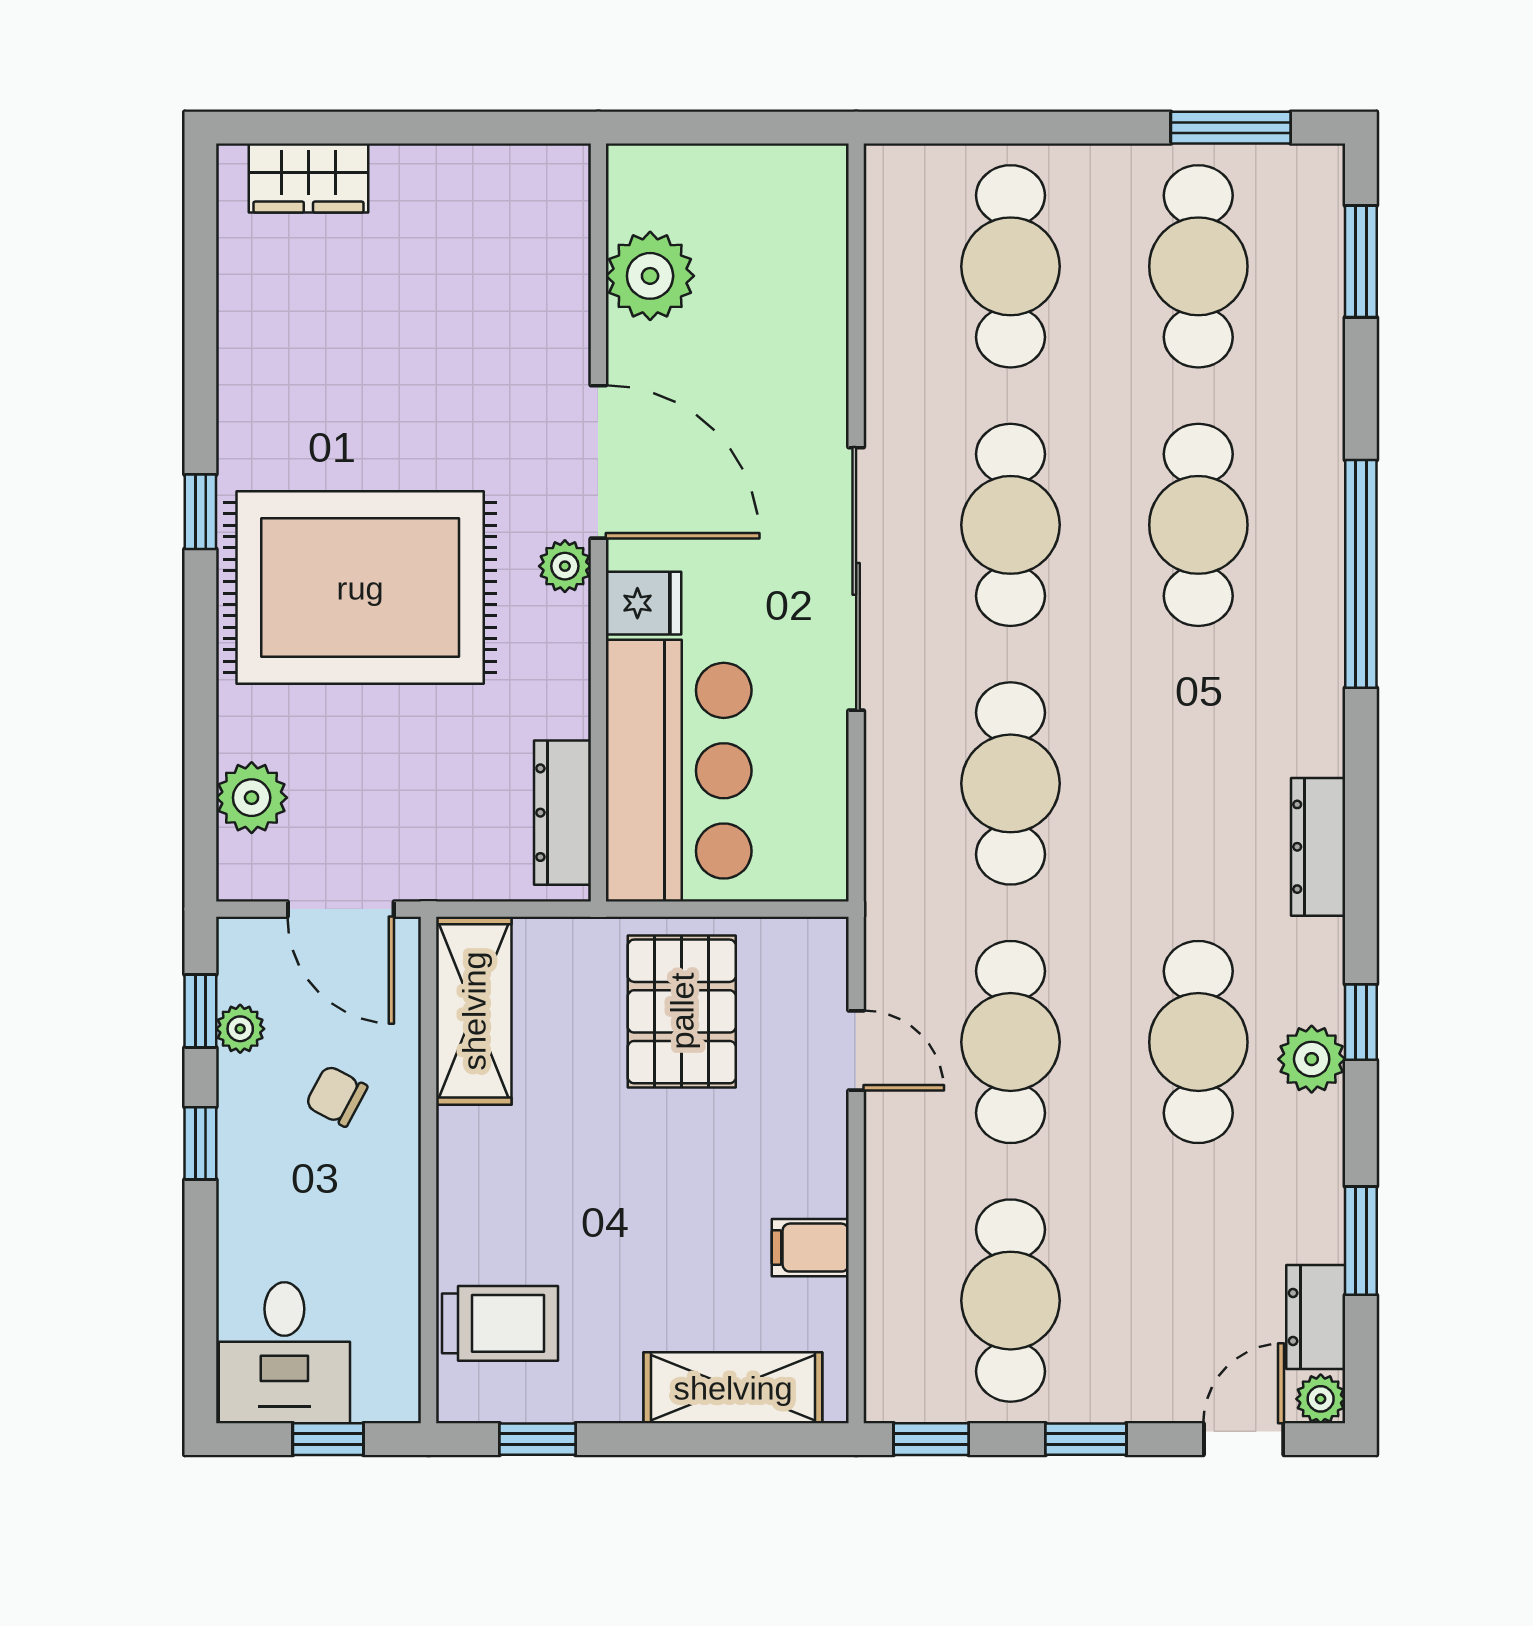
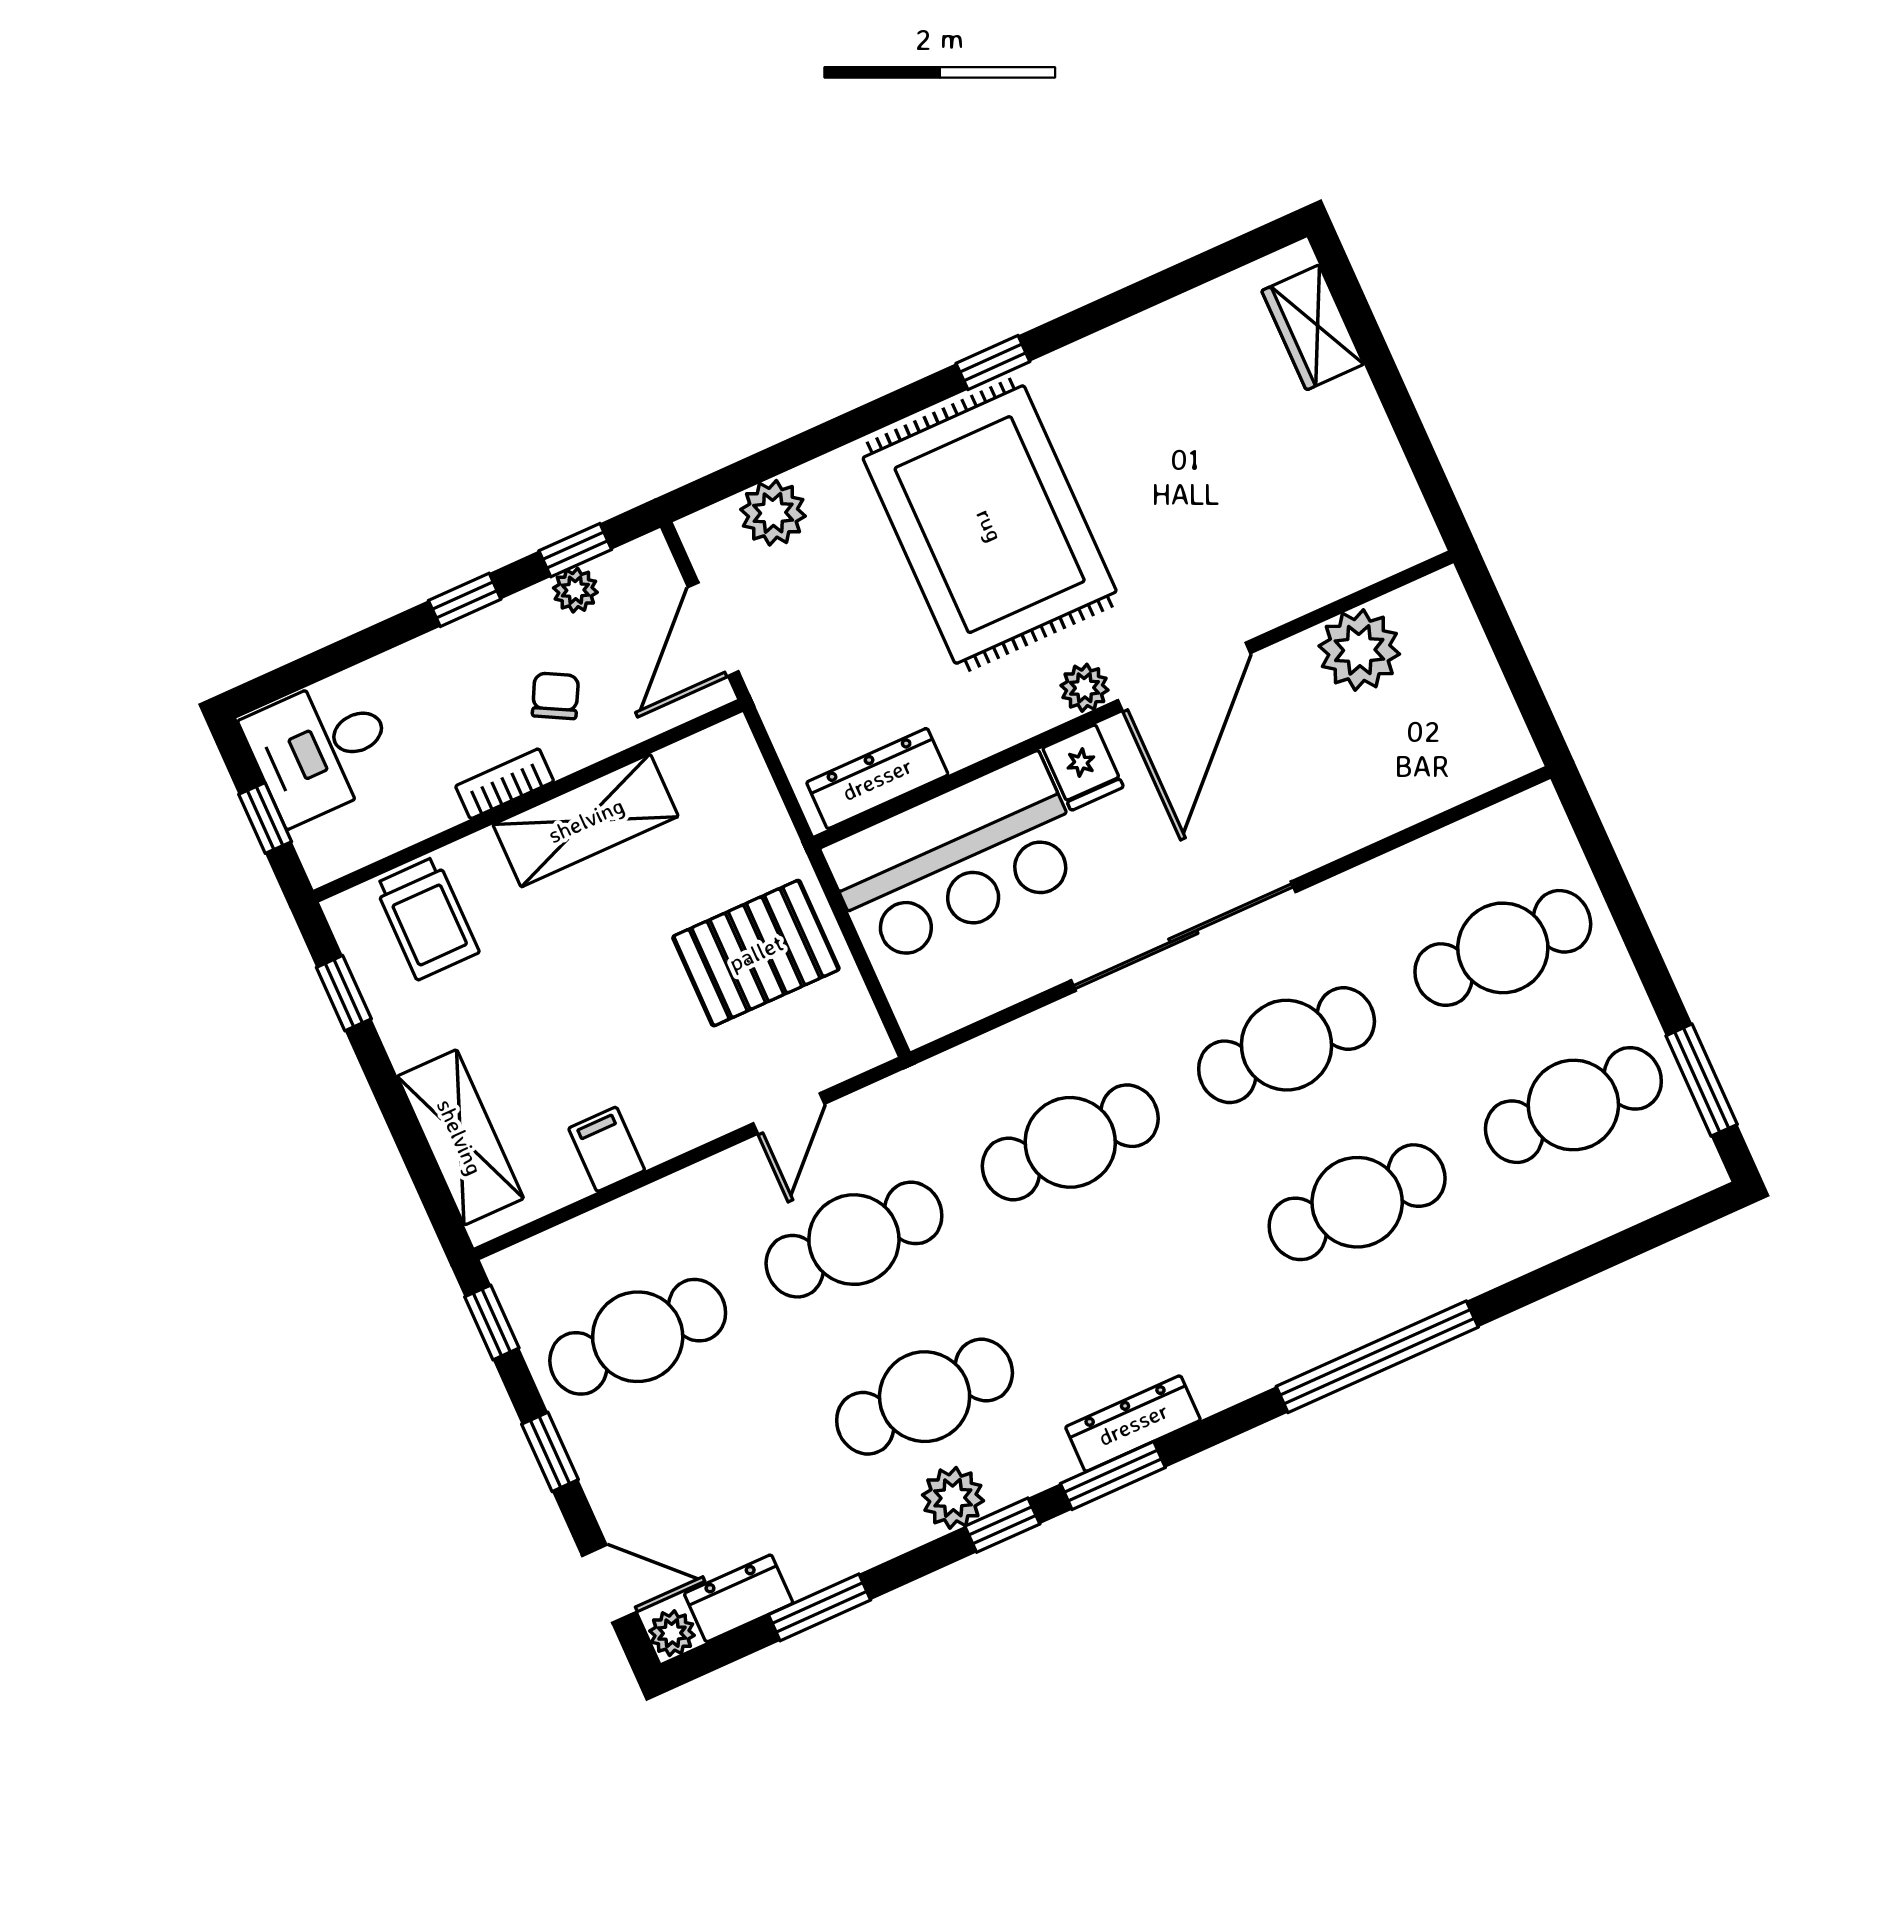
window: (1361, 261) -> (1113, 1476), moved
shelving: (474, 1011) -> (586, 820), moved
bookcase: (401, 1186) -> (505, 784), added

